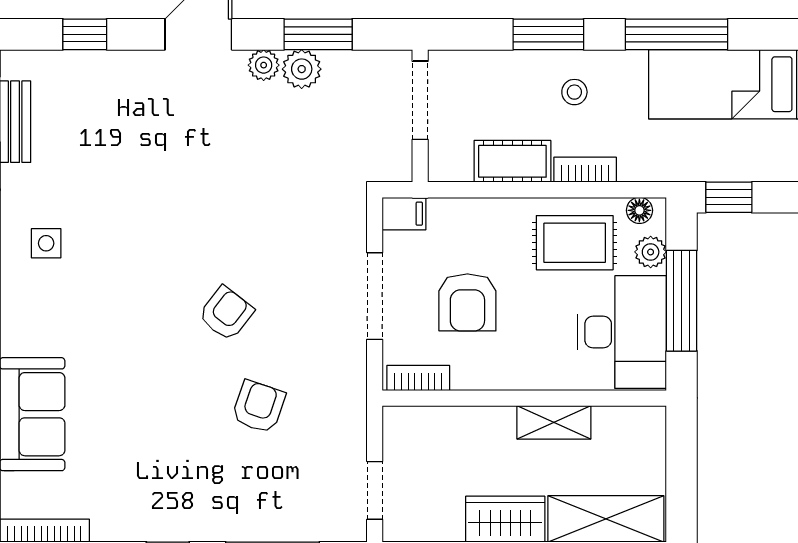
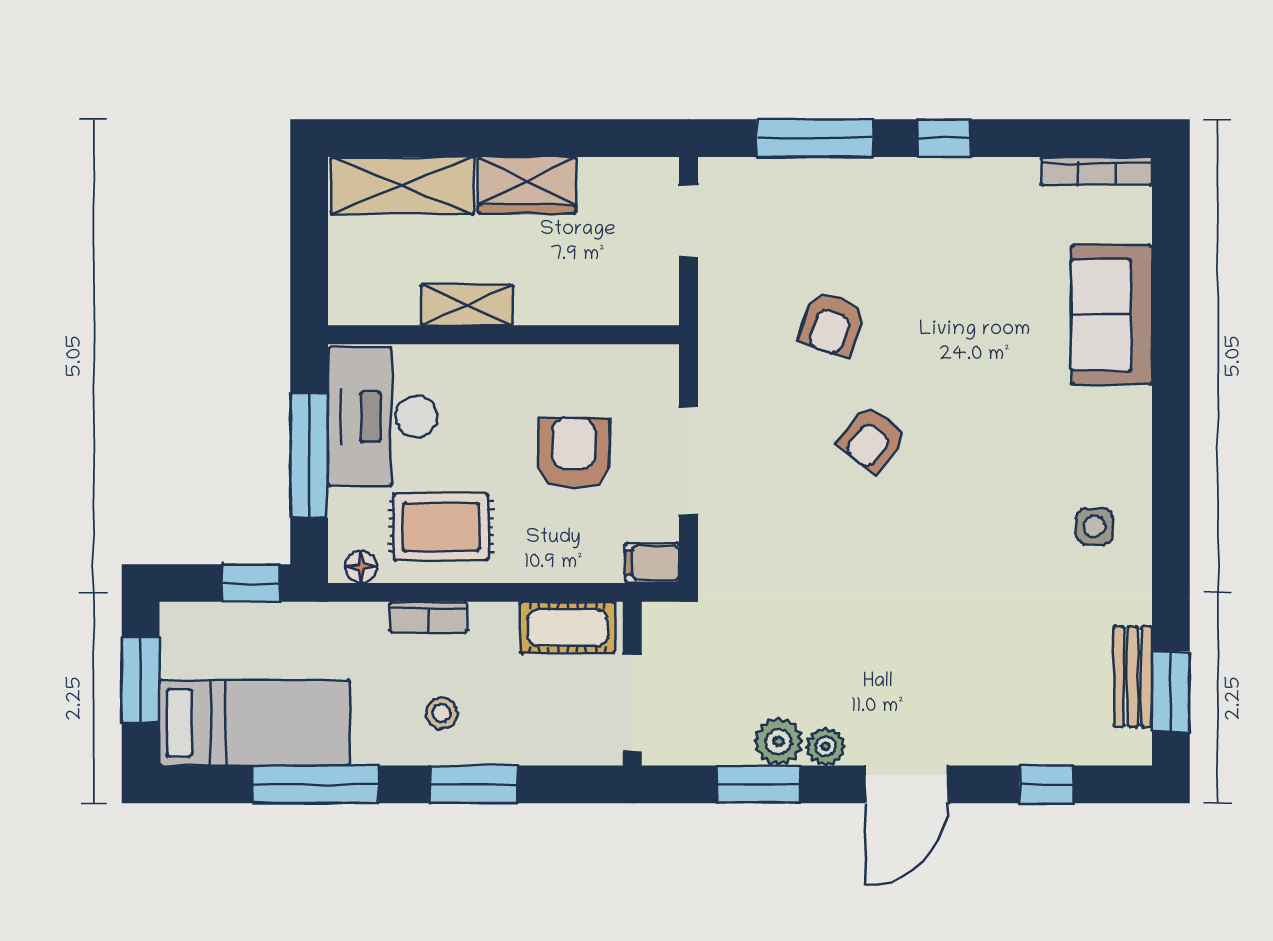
cot: (512, 161) -> (568, 628), moved
plant: (651, 252) -> (347, 515), removed
bookcase: (418, 378) -> (635, 360), removed

